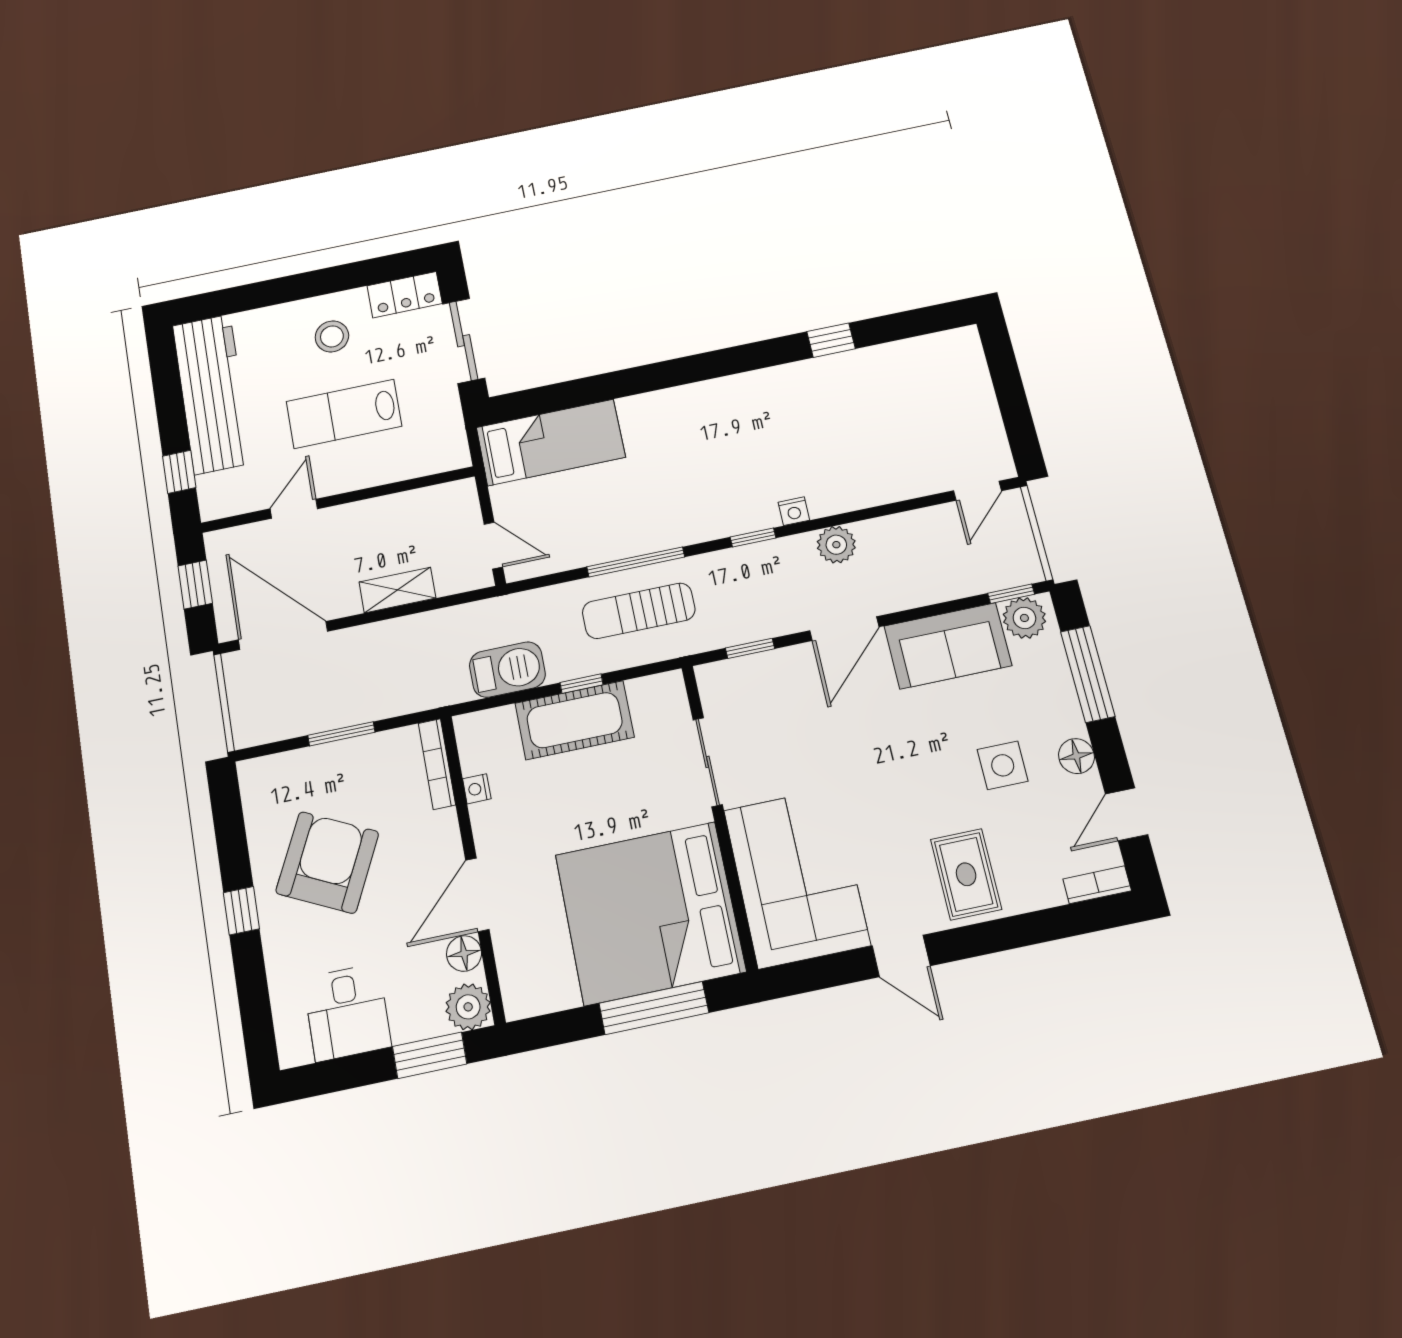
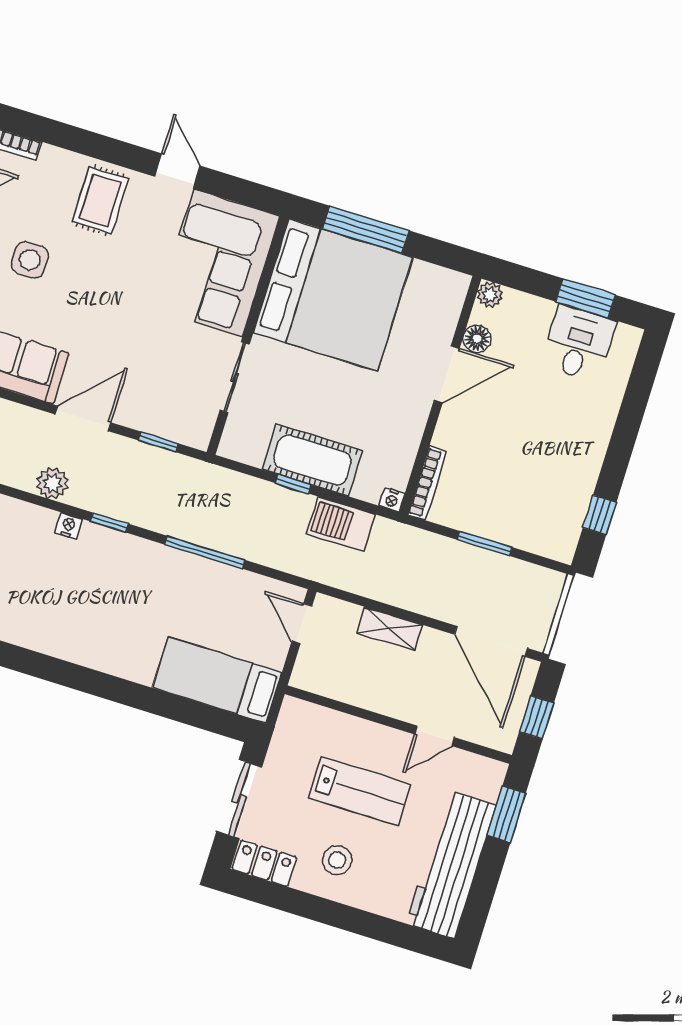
window: (179, 472) -> (506, 814), width x1.50
sun lounger: (639, 611) -> (223, 514), removed
nightstand: (477, 789) -> (392, 499), moved, turned 90
armchair: (327, 862) -> (541, 456), removed
window: (241, 911) -> (600, 515), moved
plant: (468, 1007) -> (490, 295), width x0.73, depth x0.73
window: (430, 1055) -> (585, 298), moved

